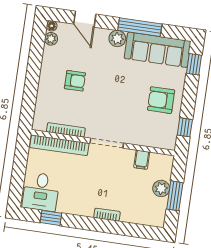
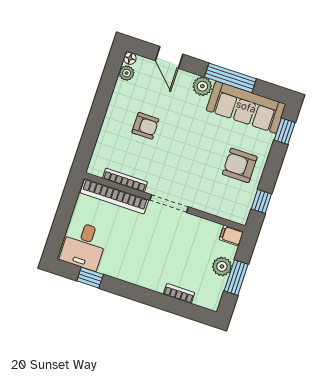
filing cabinet: (142, 160) -> (231, 235), moved, turned 90
bookcase: (107, 215) -> (179, 293), moved

